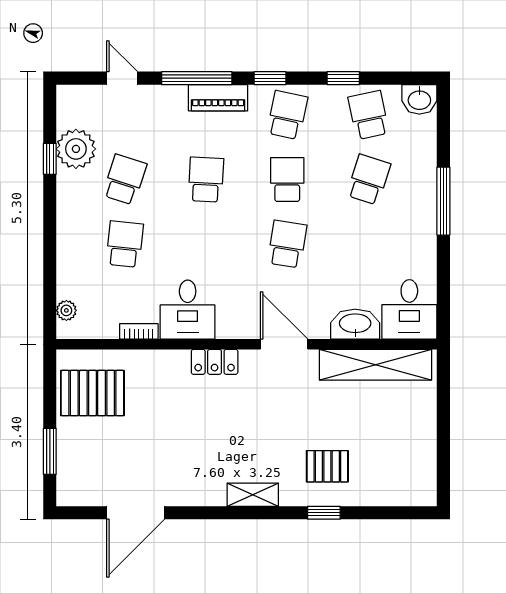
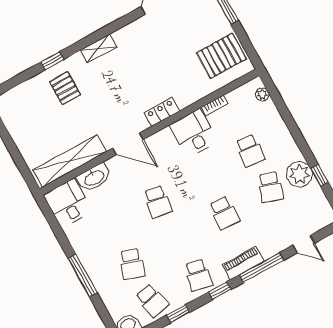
plant: (76, 149) -> (299, 174), moved
school desk: (287, 180) -> (178, 238), removed
pallet: (327, 466) -> (65, 88), turned 90

